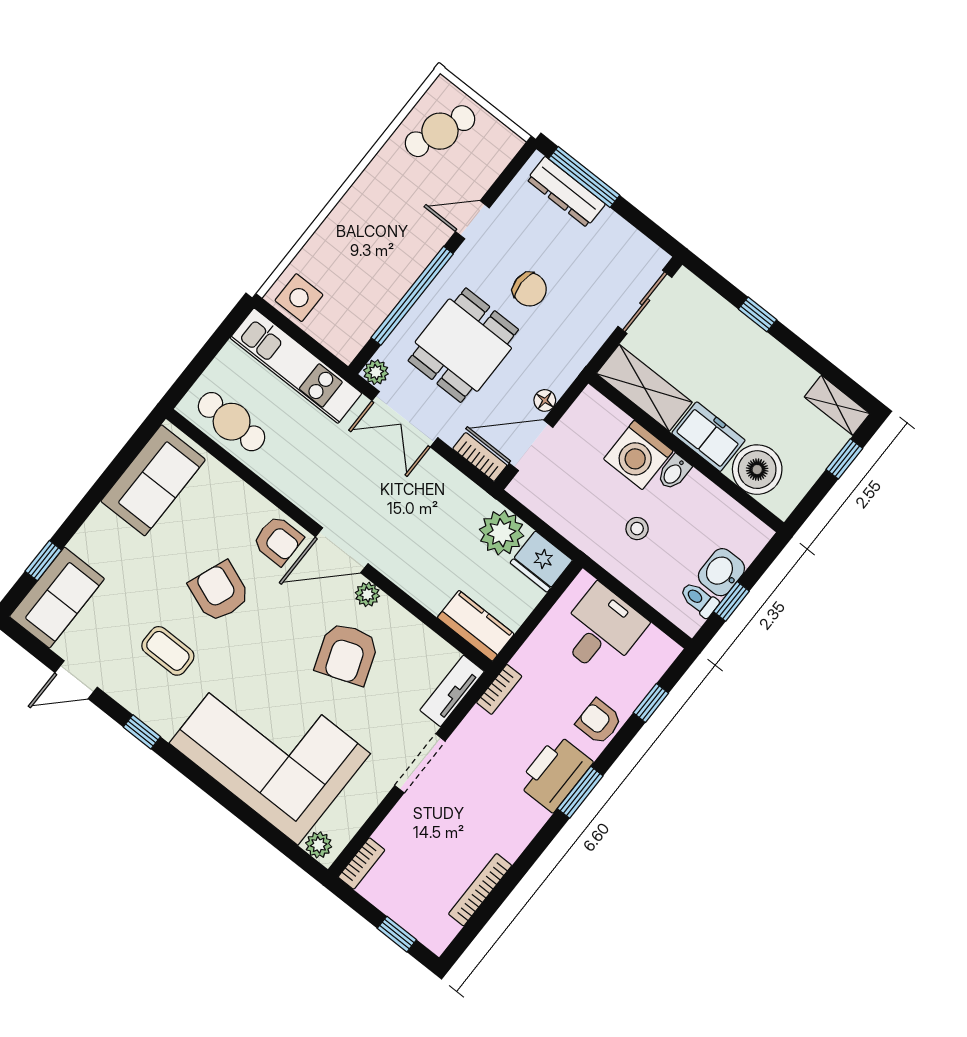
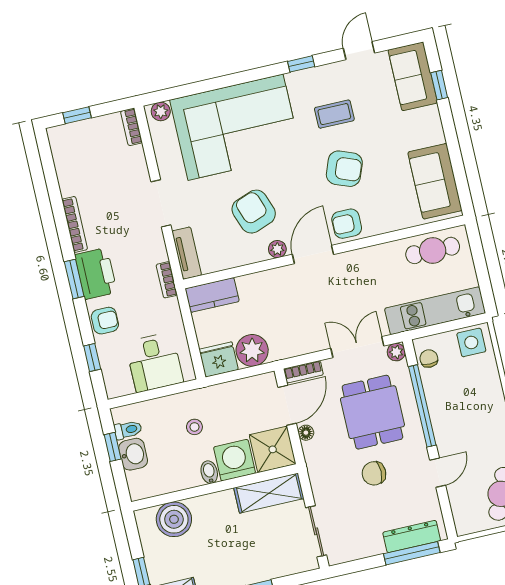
chair: (354, 330) -> (429, 358), added
shower: (593, 422) -> (273, 449), added
freezer: (708, 437) -> (214, 507), removed
bookcase: (480, 890) -> (75, 224), moved

